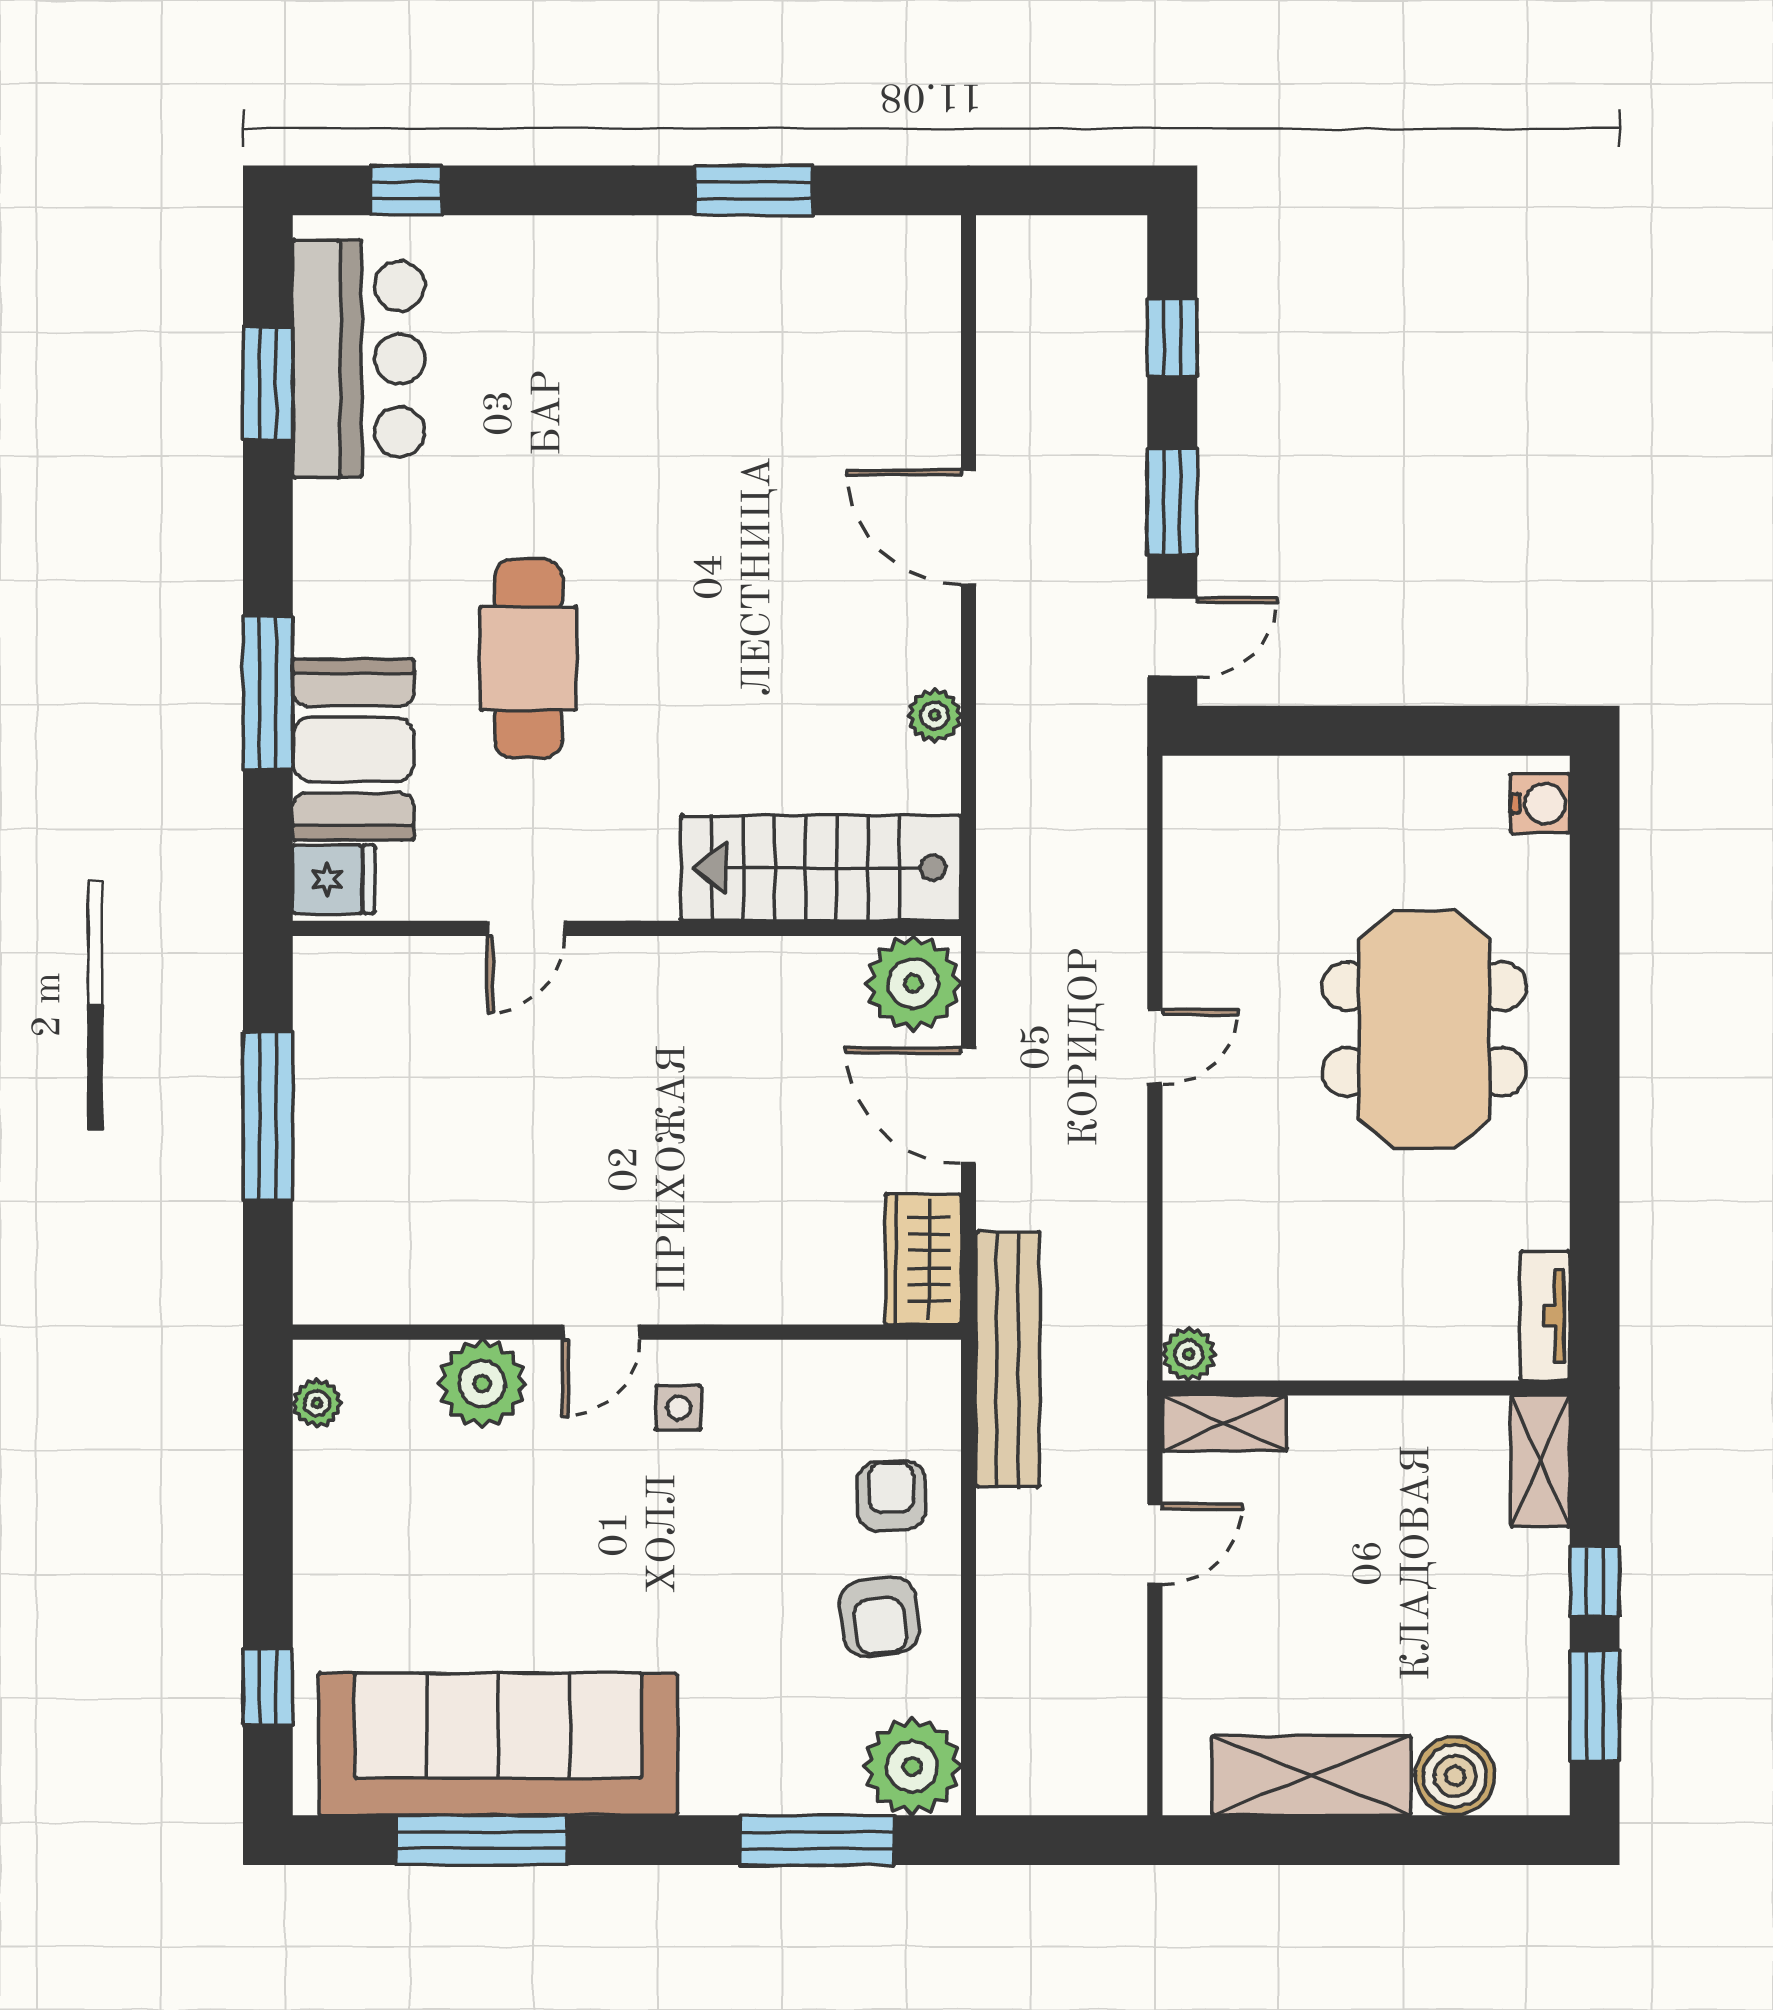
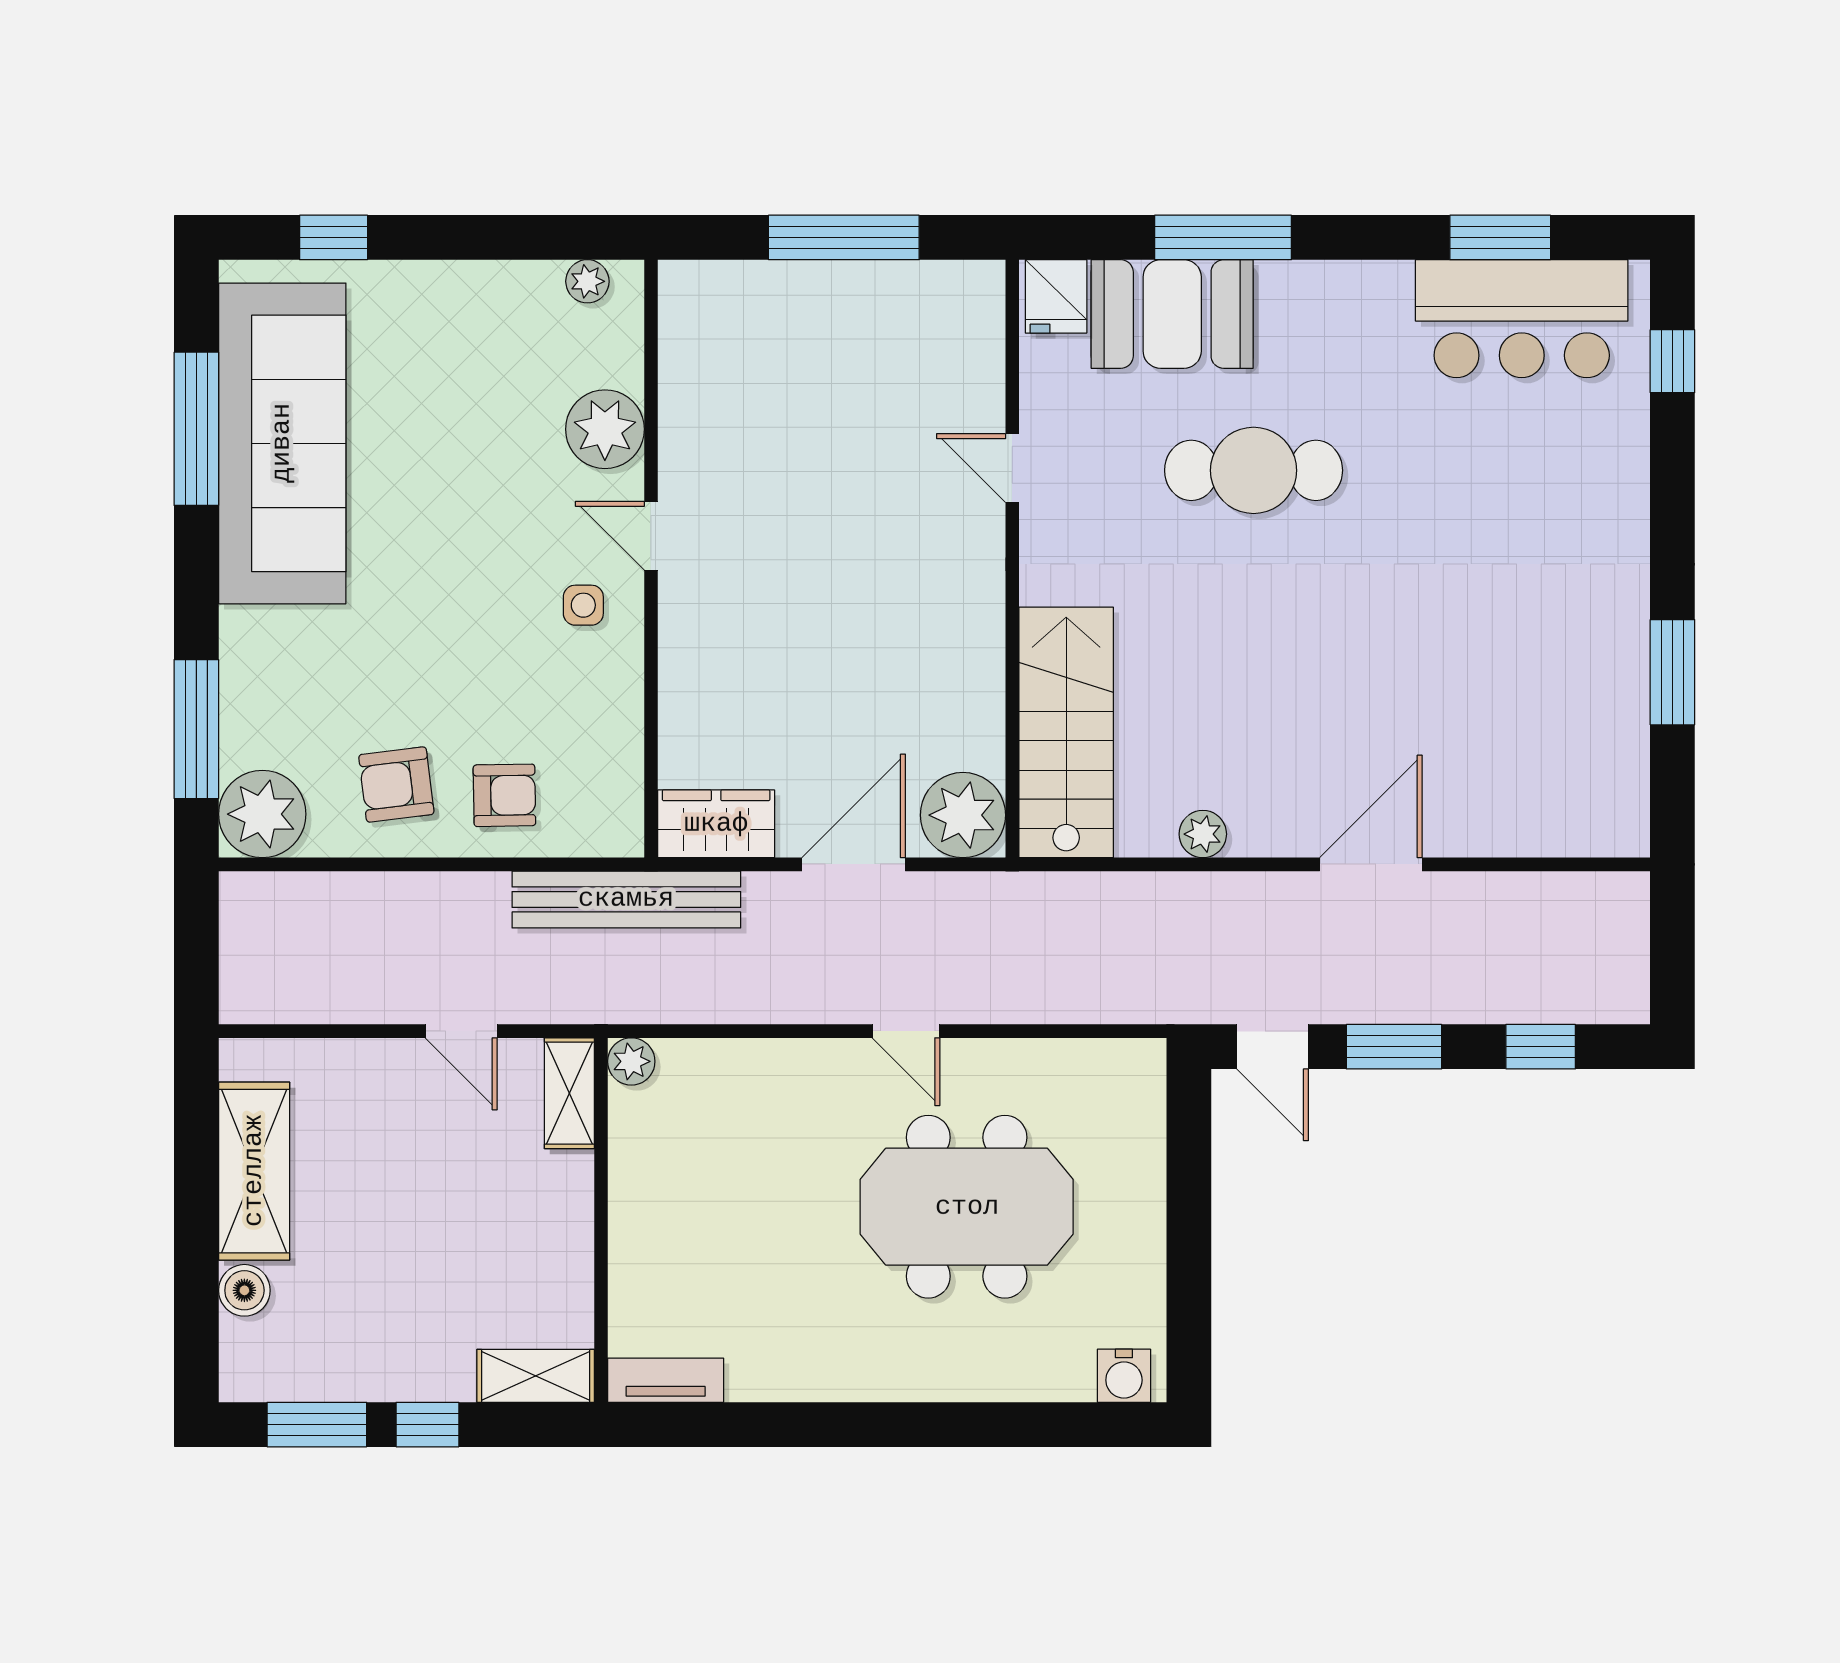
meeting table: (1424, 1029) -> (967, 1207), moved
boiler: (1455, 1776) -> (244, 1290), width x0.73, depth x0.73

